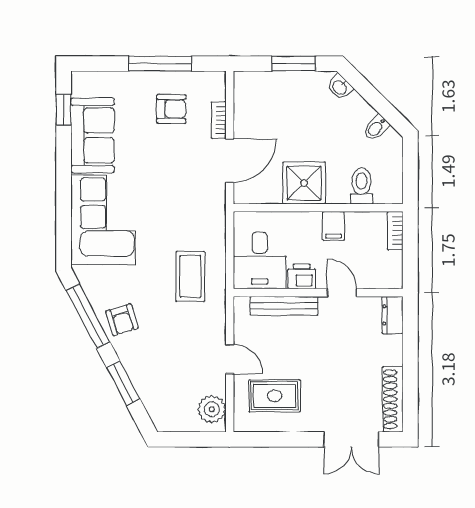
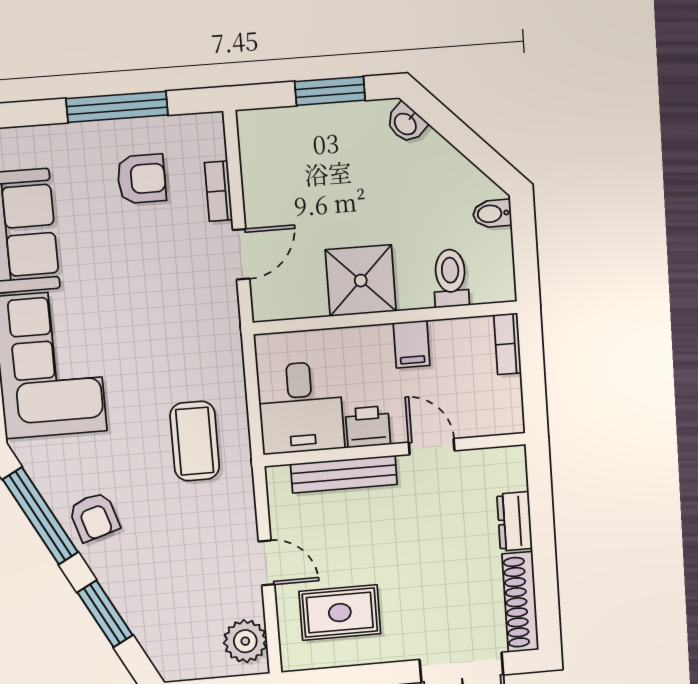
bidet: (376, 128) -> (492, 214), moved, turned 45
door: (230, 161) -> (241, 254), width x0.73
dresser: (392, 315) -> (515, 521), moved

